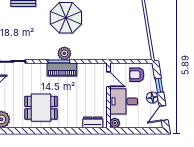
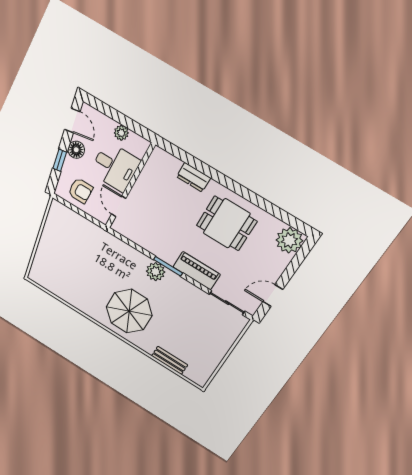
piano: (62, 69) -> (197, 271), moved
door: (164, 113) -> (72, 121), hinge flipped
dresser: (93, 122) -> (193, 177), moved
plant: (115, 123) -> (121, 133), moved

